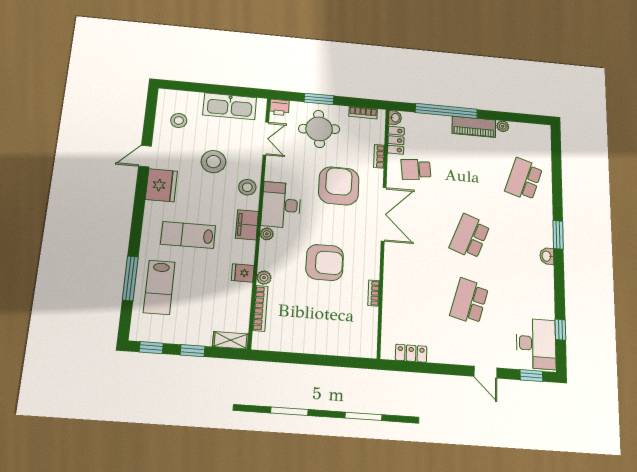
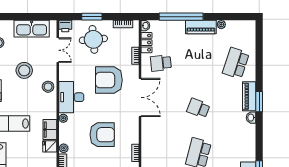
armchair: (339, 186) -> (109, 80), turned -90
filing cabinet: (247, 225) -> (50, 130), moved
piano: (544, 226) -> (249, 96), added
school desk: (470, 236) -> (198, 108), width x0.54

